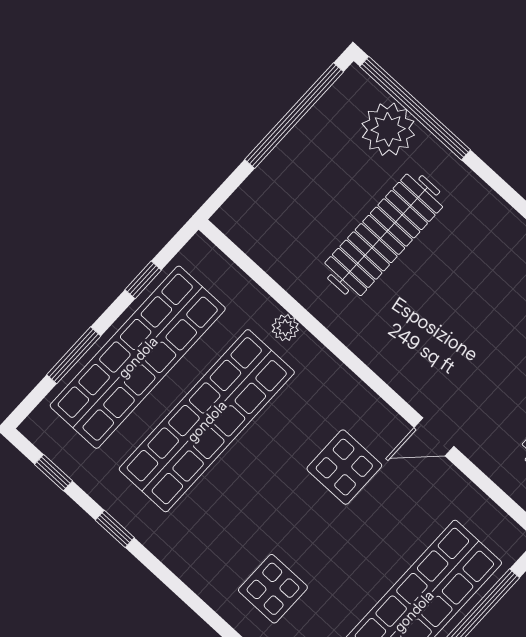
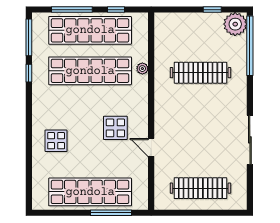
window: (294, 116) -> (212, 10), width x0.32
plant: (388, 129) -> (235, 24), moved
window: (74, 355) -> (72, 10), width x1.44
window: (53, 473) -> (29, 37), width x2.17

